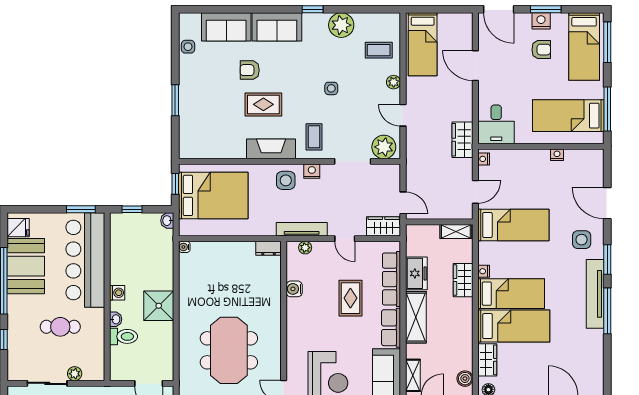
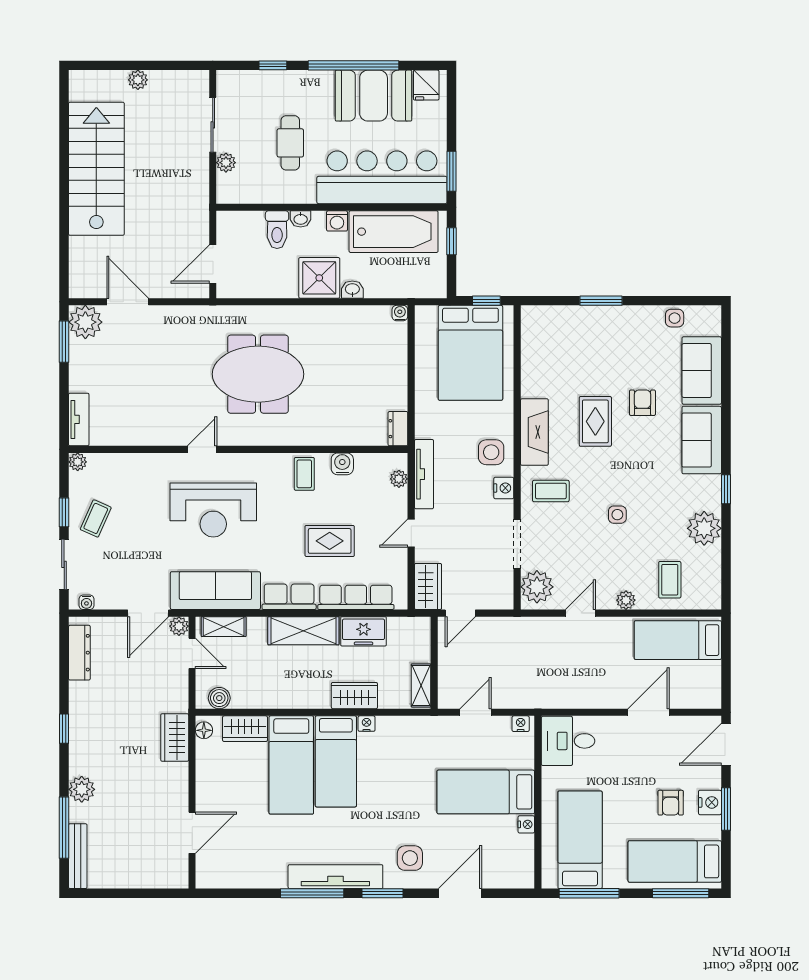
wardrobe: (462, 140) -> (547, 695), removed
door: (475, 192) -> (475, 712), swing flipped
washbasin: (167, 221) -> (352, 290), moved
bed: (513, 225) -> (486, 792), moved, turned 90
bathtub: (125, 252) -> (394, 232), added
coffee table: (302, 317) -> (304, 474), added

